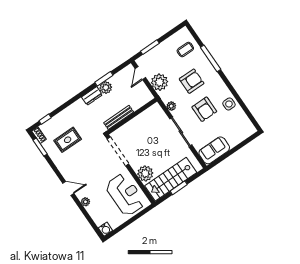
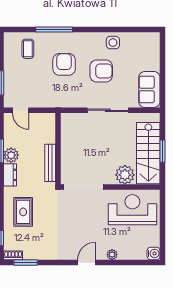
plant: (160, 82) -> (43, 97), removed
plant: (171, 106) -> (75, 102), removed
rug: (68, 140) -> (23, 212), moved

